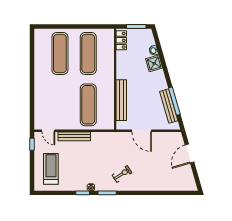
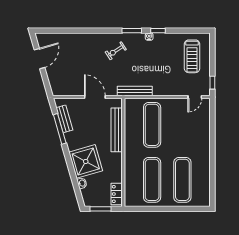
shower: (154, 63) -> (86, 161), width x1.86, depth x1.86
bench: (169, 106) -> (64, 119), width x0.73
door: (48, 131) -> (195, 97), swing flipped
bench: (74, 136) -> (135, 91), moved
door: (189, 154) -> (40, 59), moved

